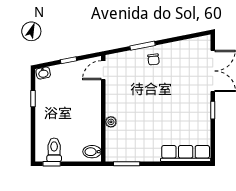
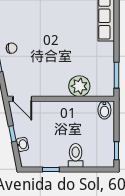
washbasin: (43, 73) -> (22, 144), moved
plant: (111, 122) -> (79, 86), width x1.88, depth x1.88
toilet: (54, 150) -> (76, 155), moved, turned 90

